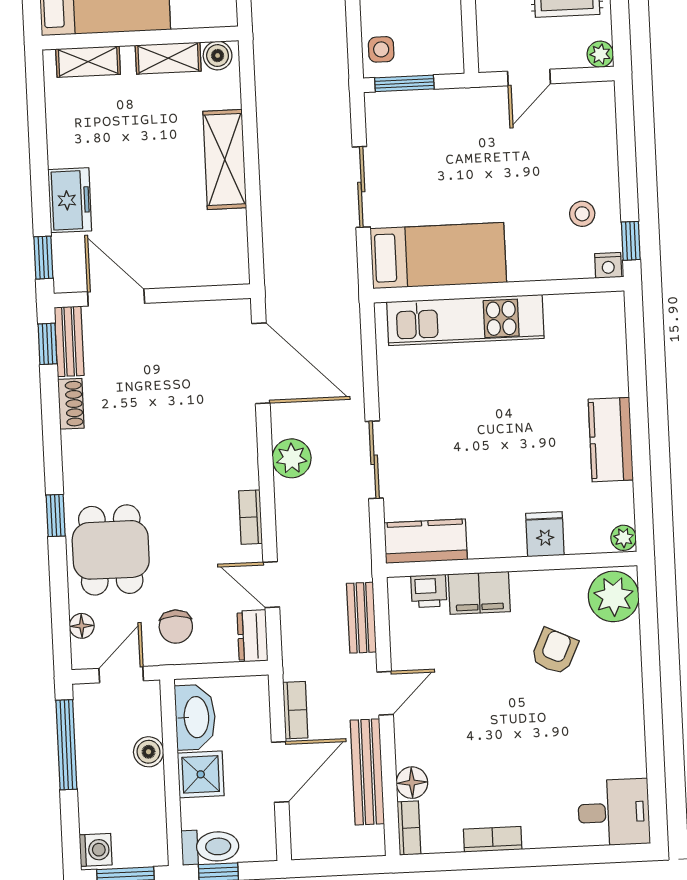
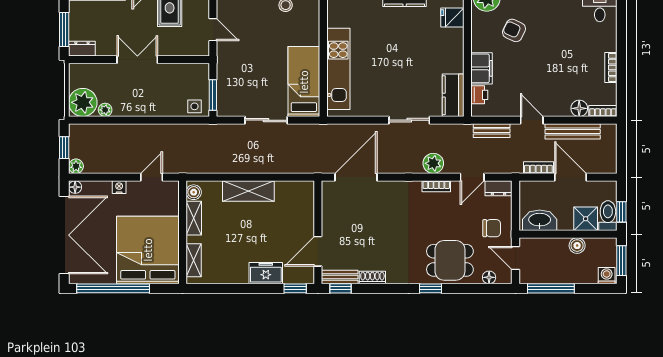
plant: (292, 458) -> (433, 163), moved
fridge: (545, 534) -> (452, 18), moved
boiler: (149, 752) -> (577, 246), moved
shower: (201, 774) -> (586, 219), moved

